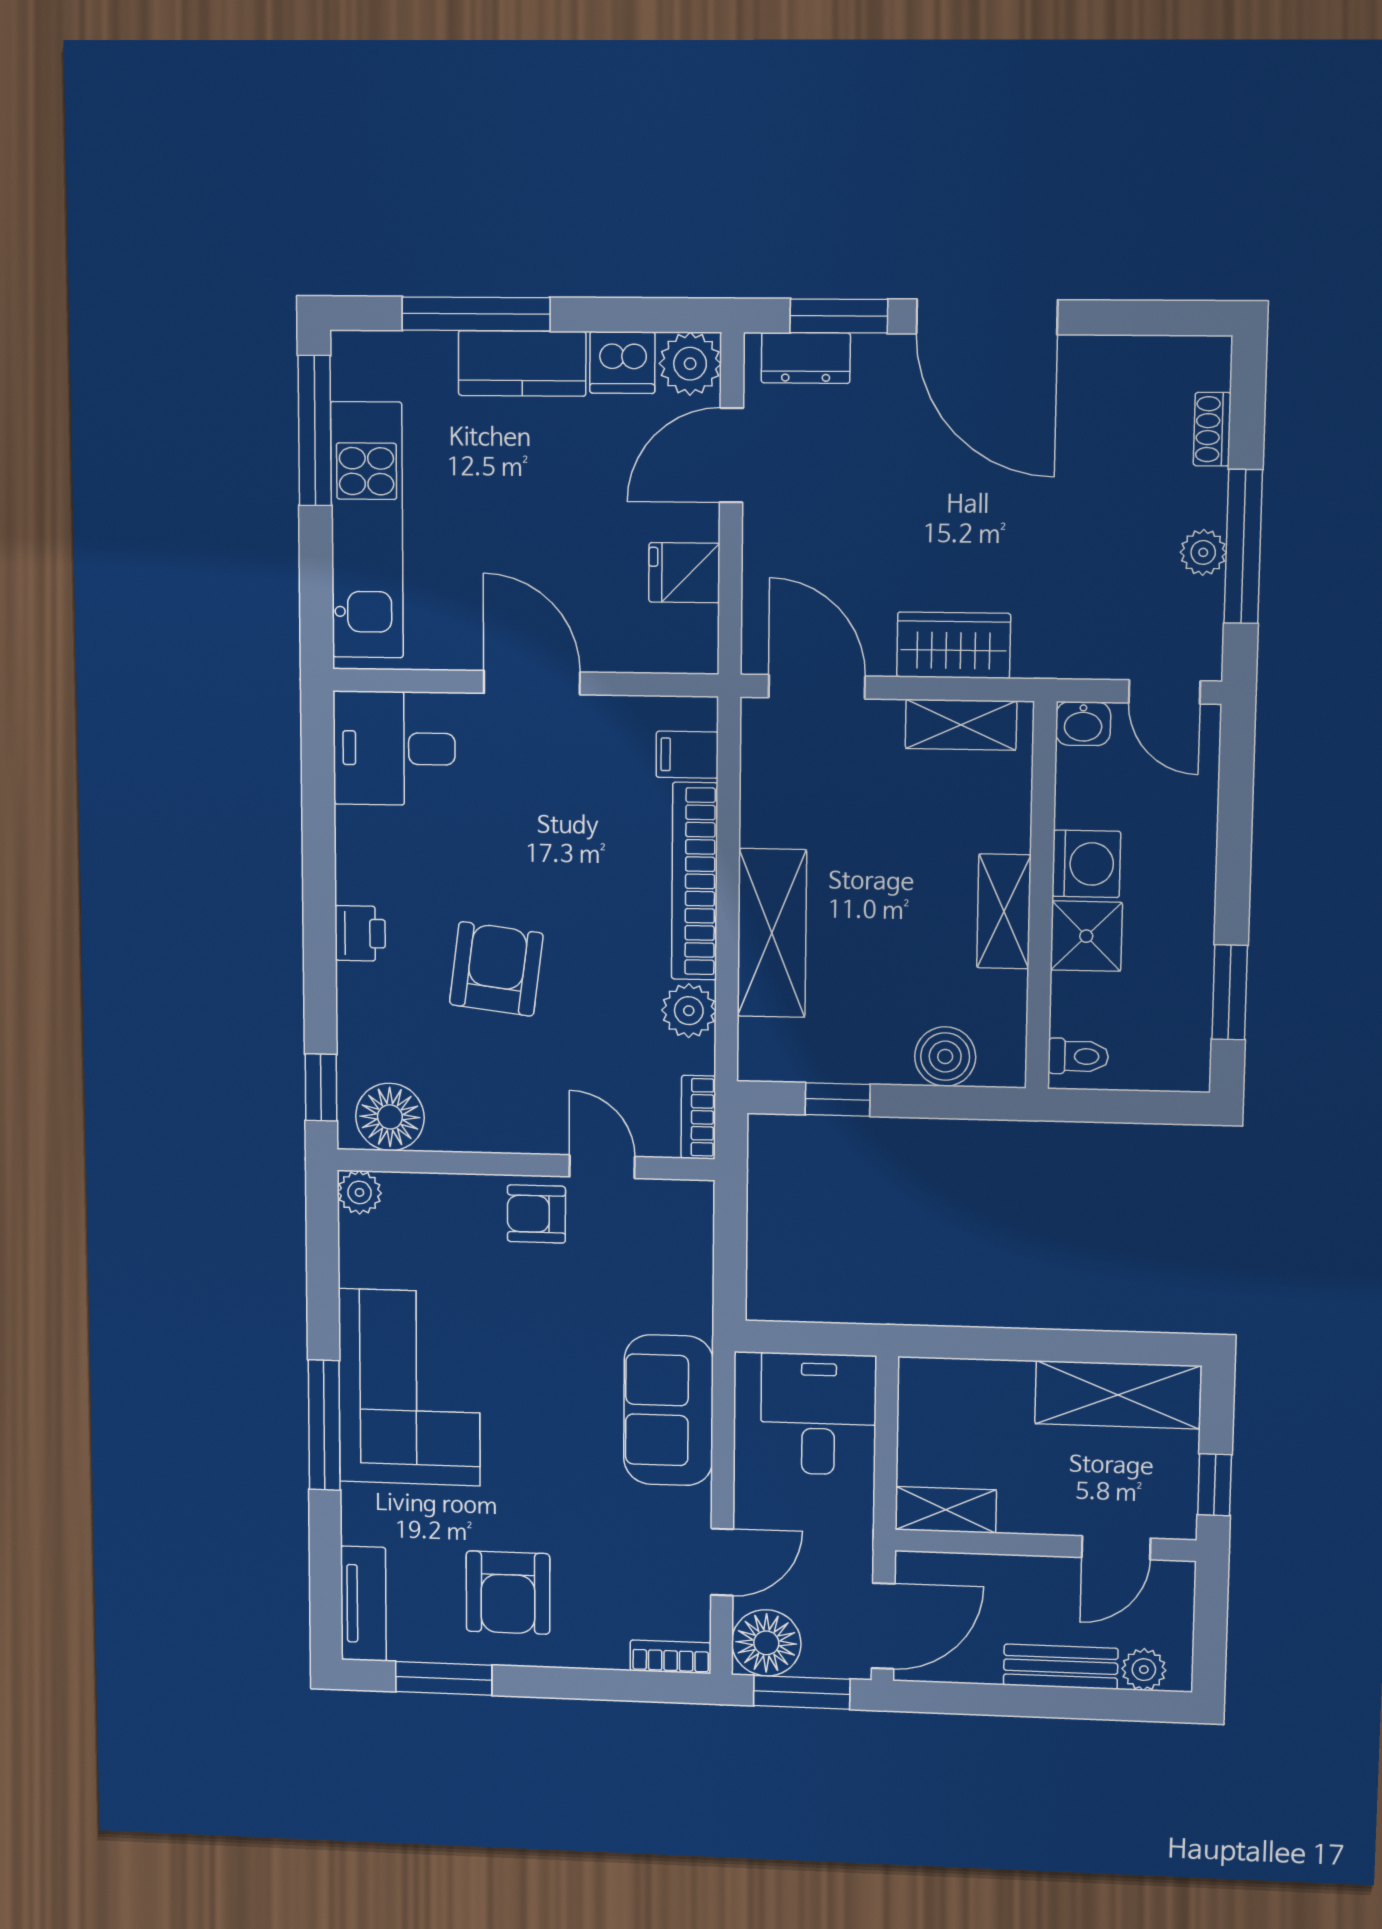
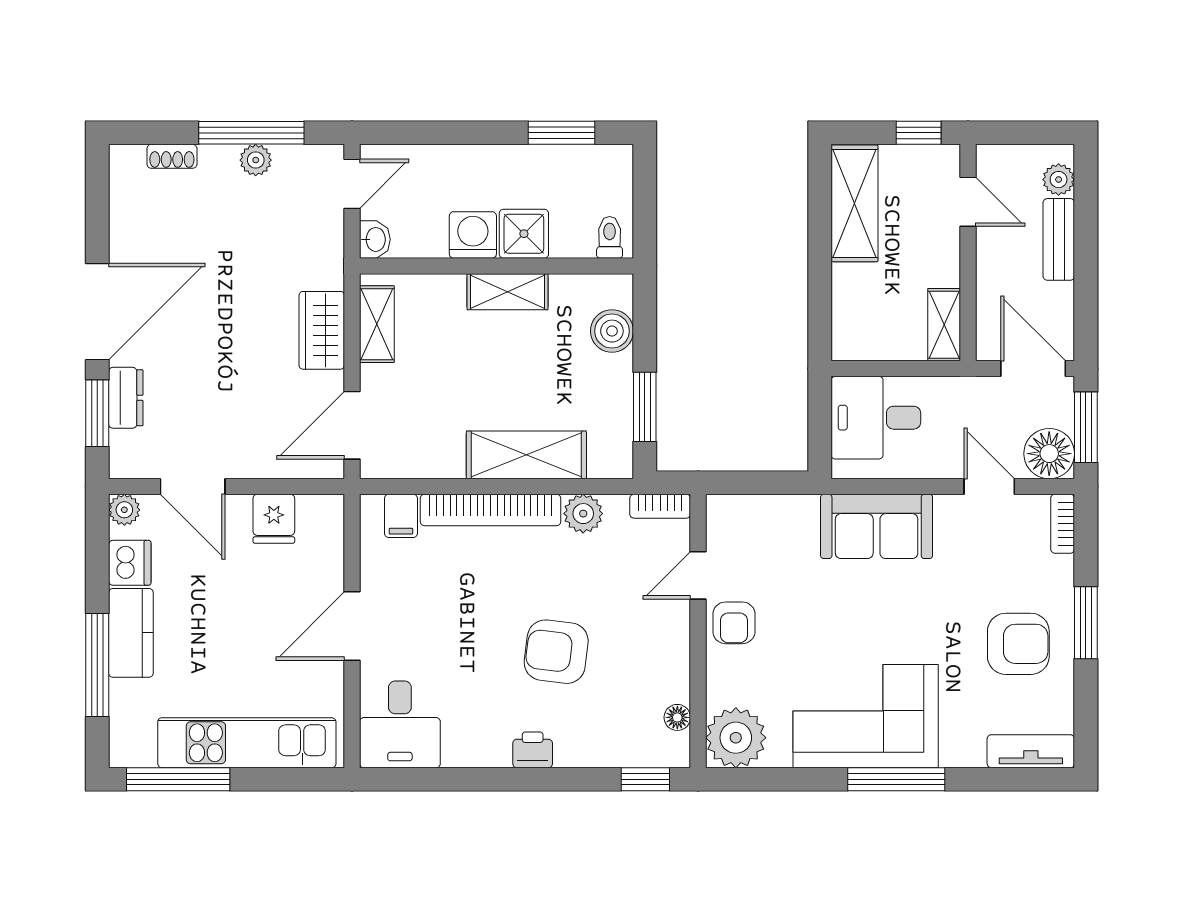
dresser: (806, 358) -> (126, 398), moved
plant: (690, 364) -> (124, 510), width x0.73, depth x0.73
window: (838, 1100) -> (645, 407), width x1.50
floor lamp: (390, 1117) -> (677, 717), width x0.53, depth x0.53
plant: (359, 1192) -> (736, 738), width x1.87, depth x1.87
window: (444, 1678) -> (1086, 623), moved

